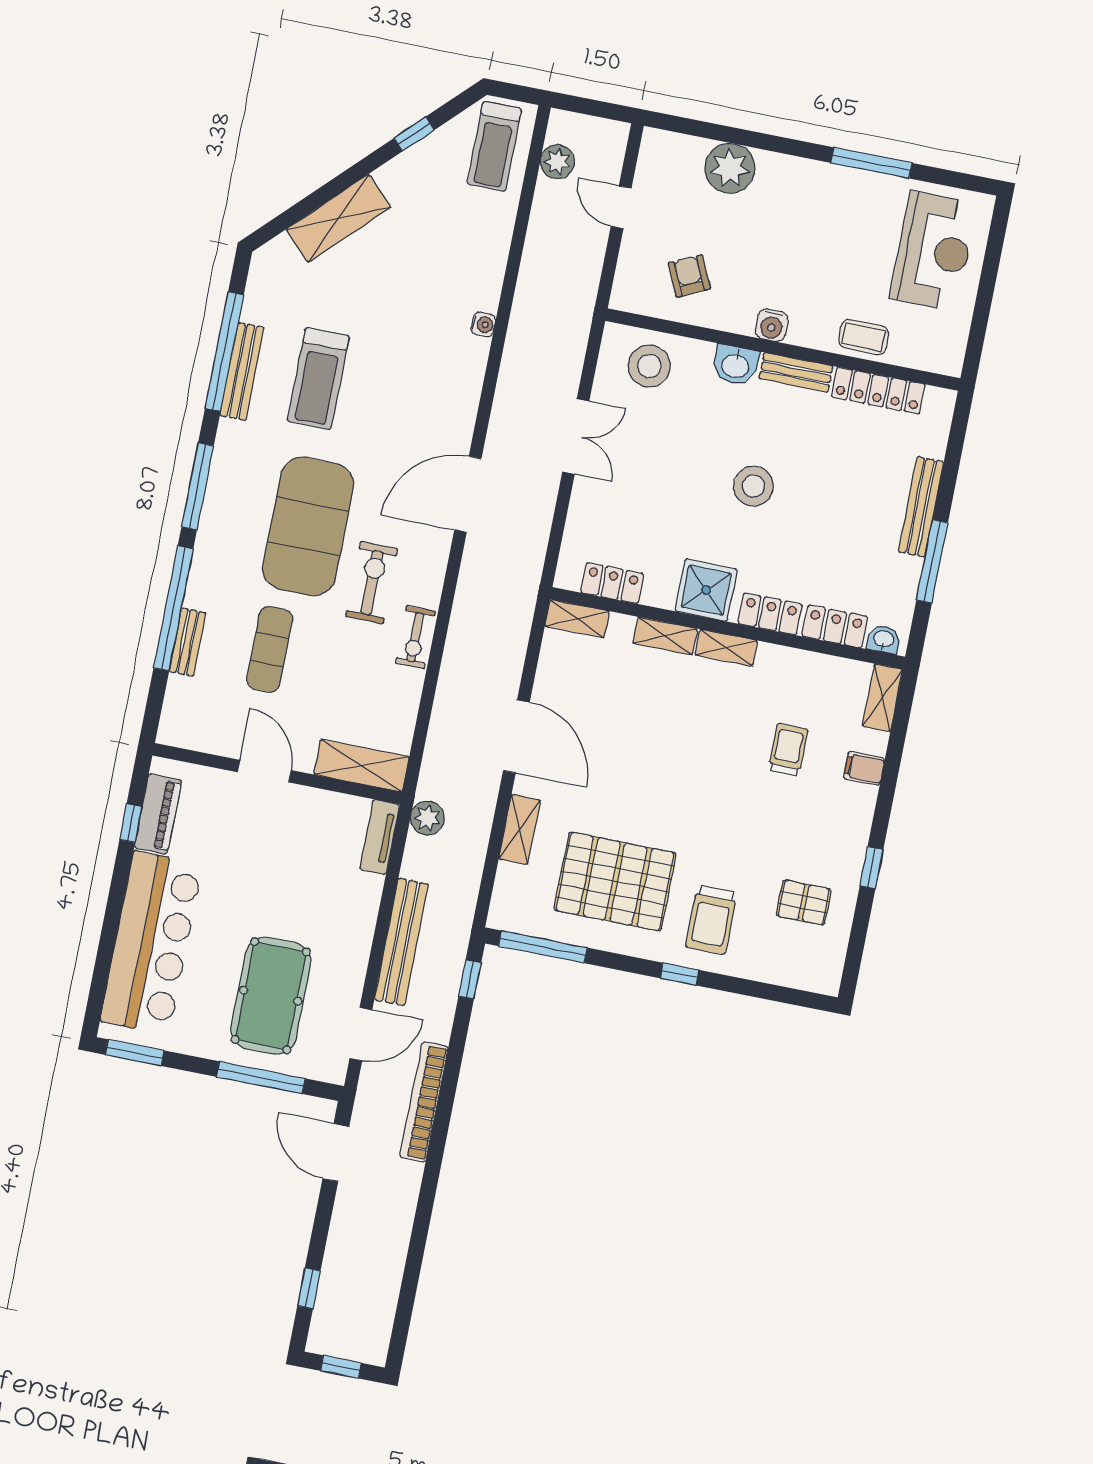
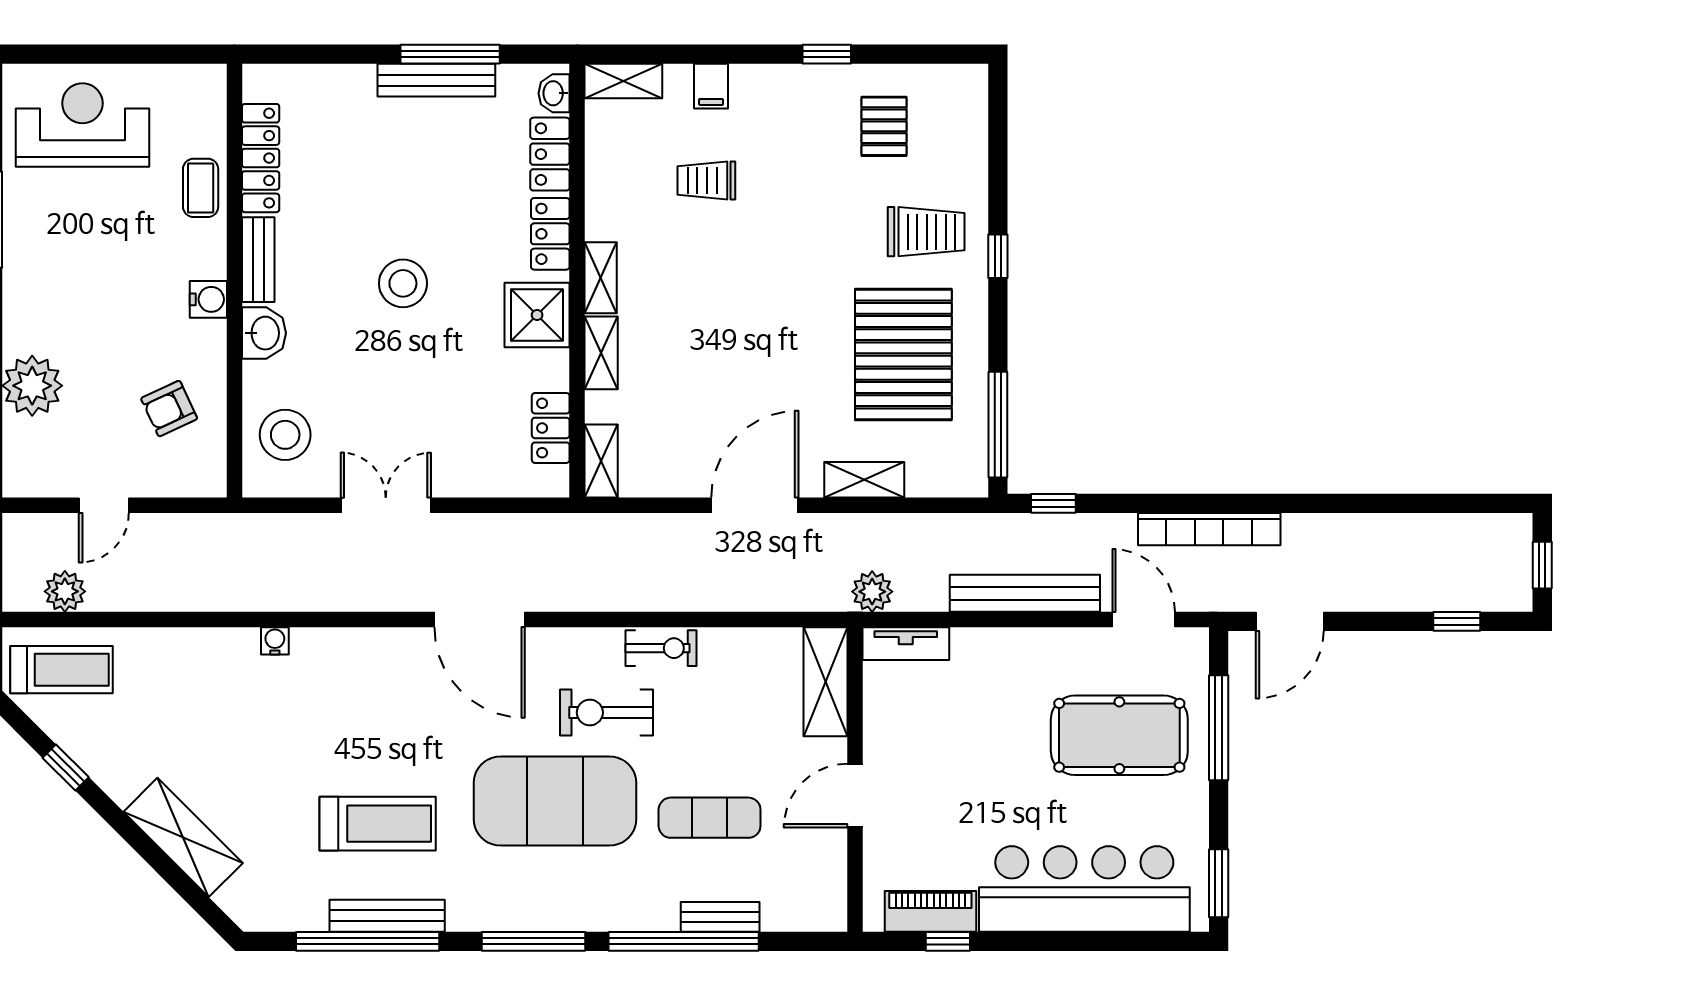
bench: (921, 507) -> (436, 80), moved

